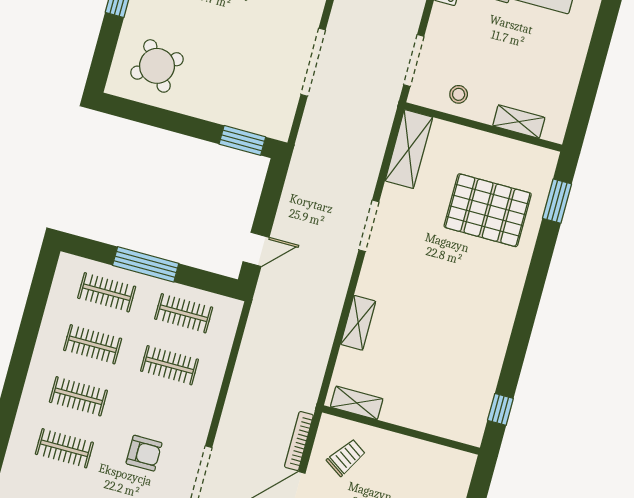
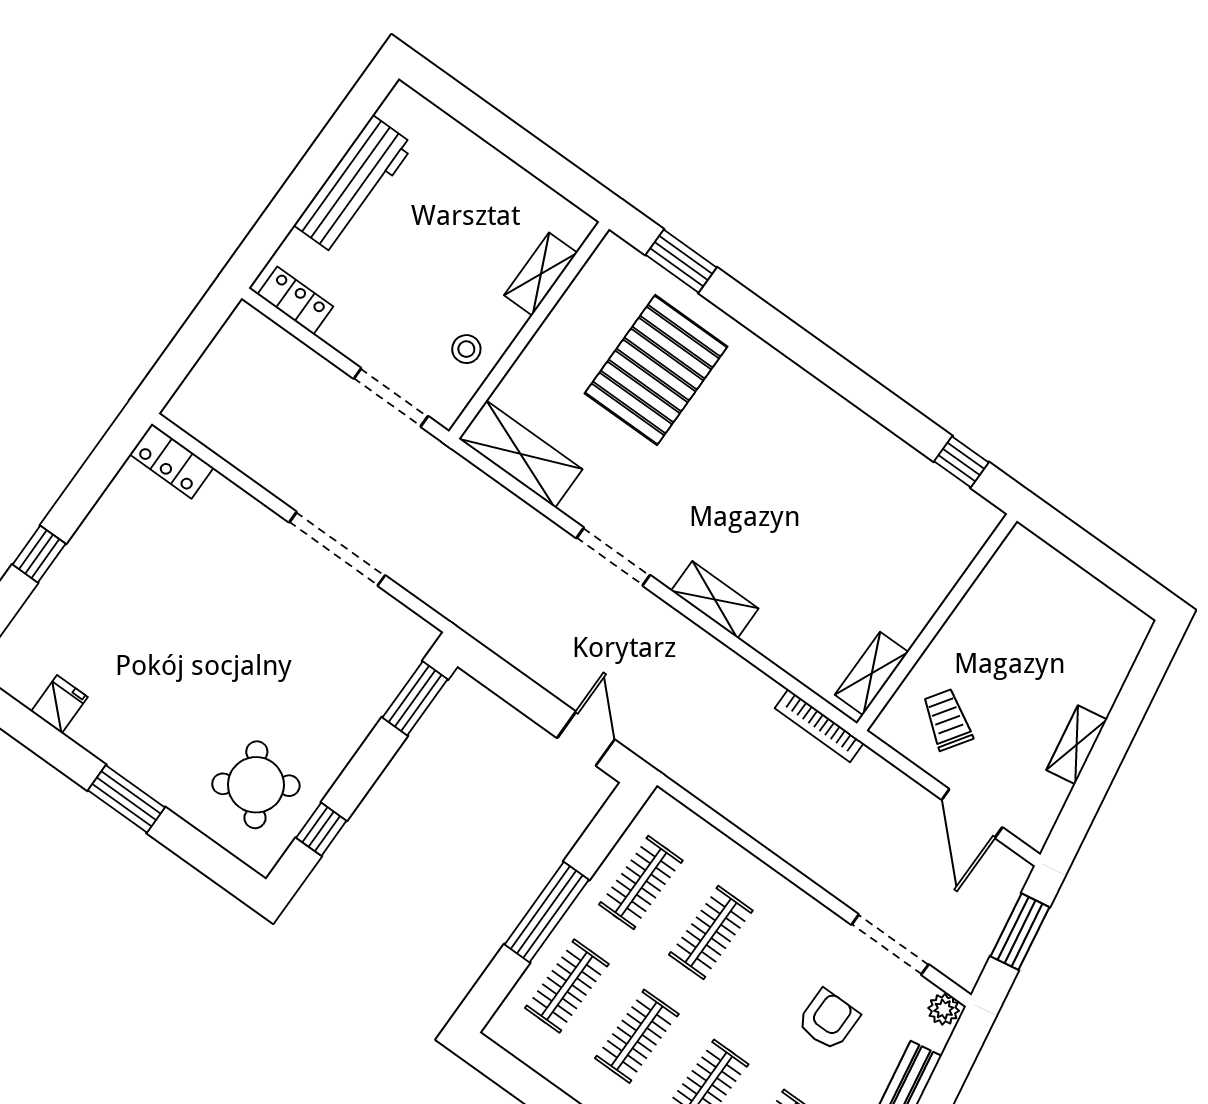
window: (145, 114) -> (321, 829), added
shelving: (358, 323) -> (715, 600), moved
bookcase: (299, 441) -> (819, 726), moved

